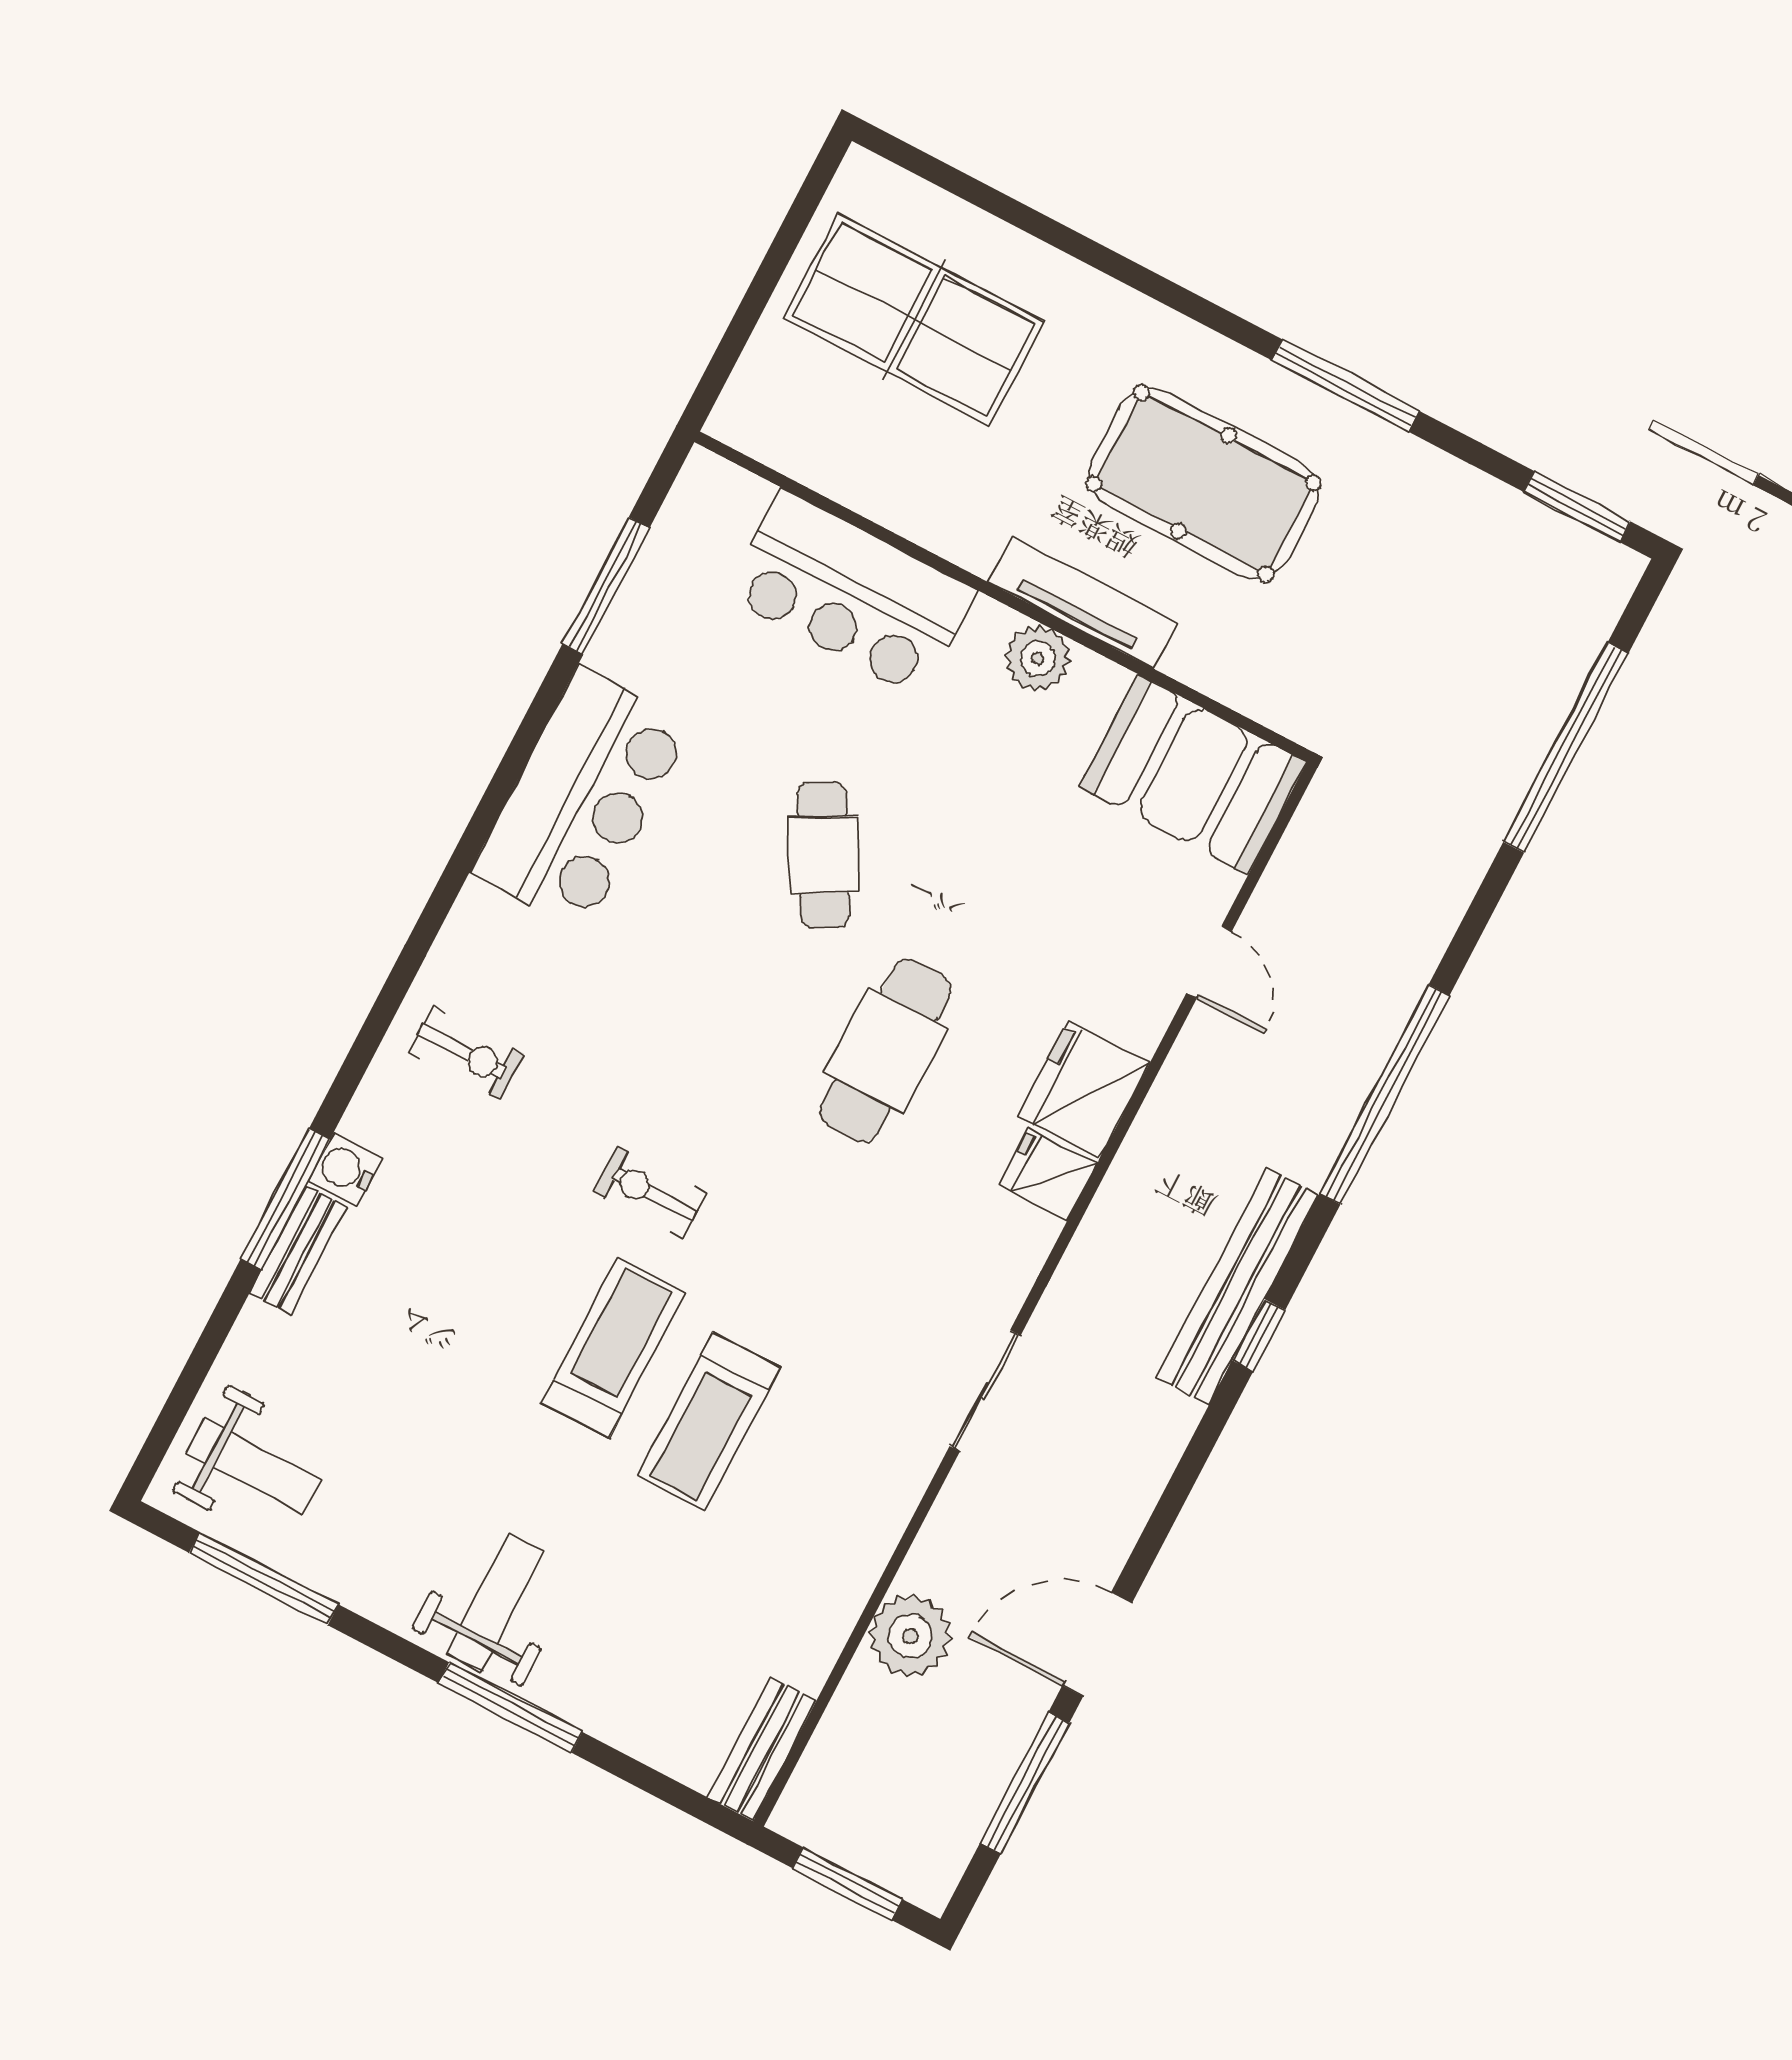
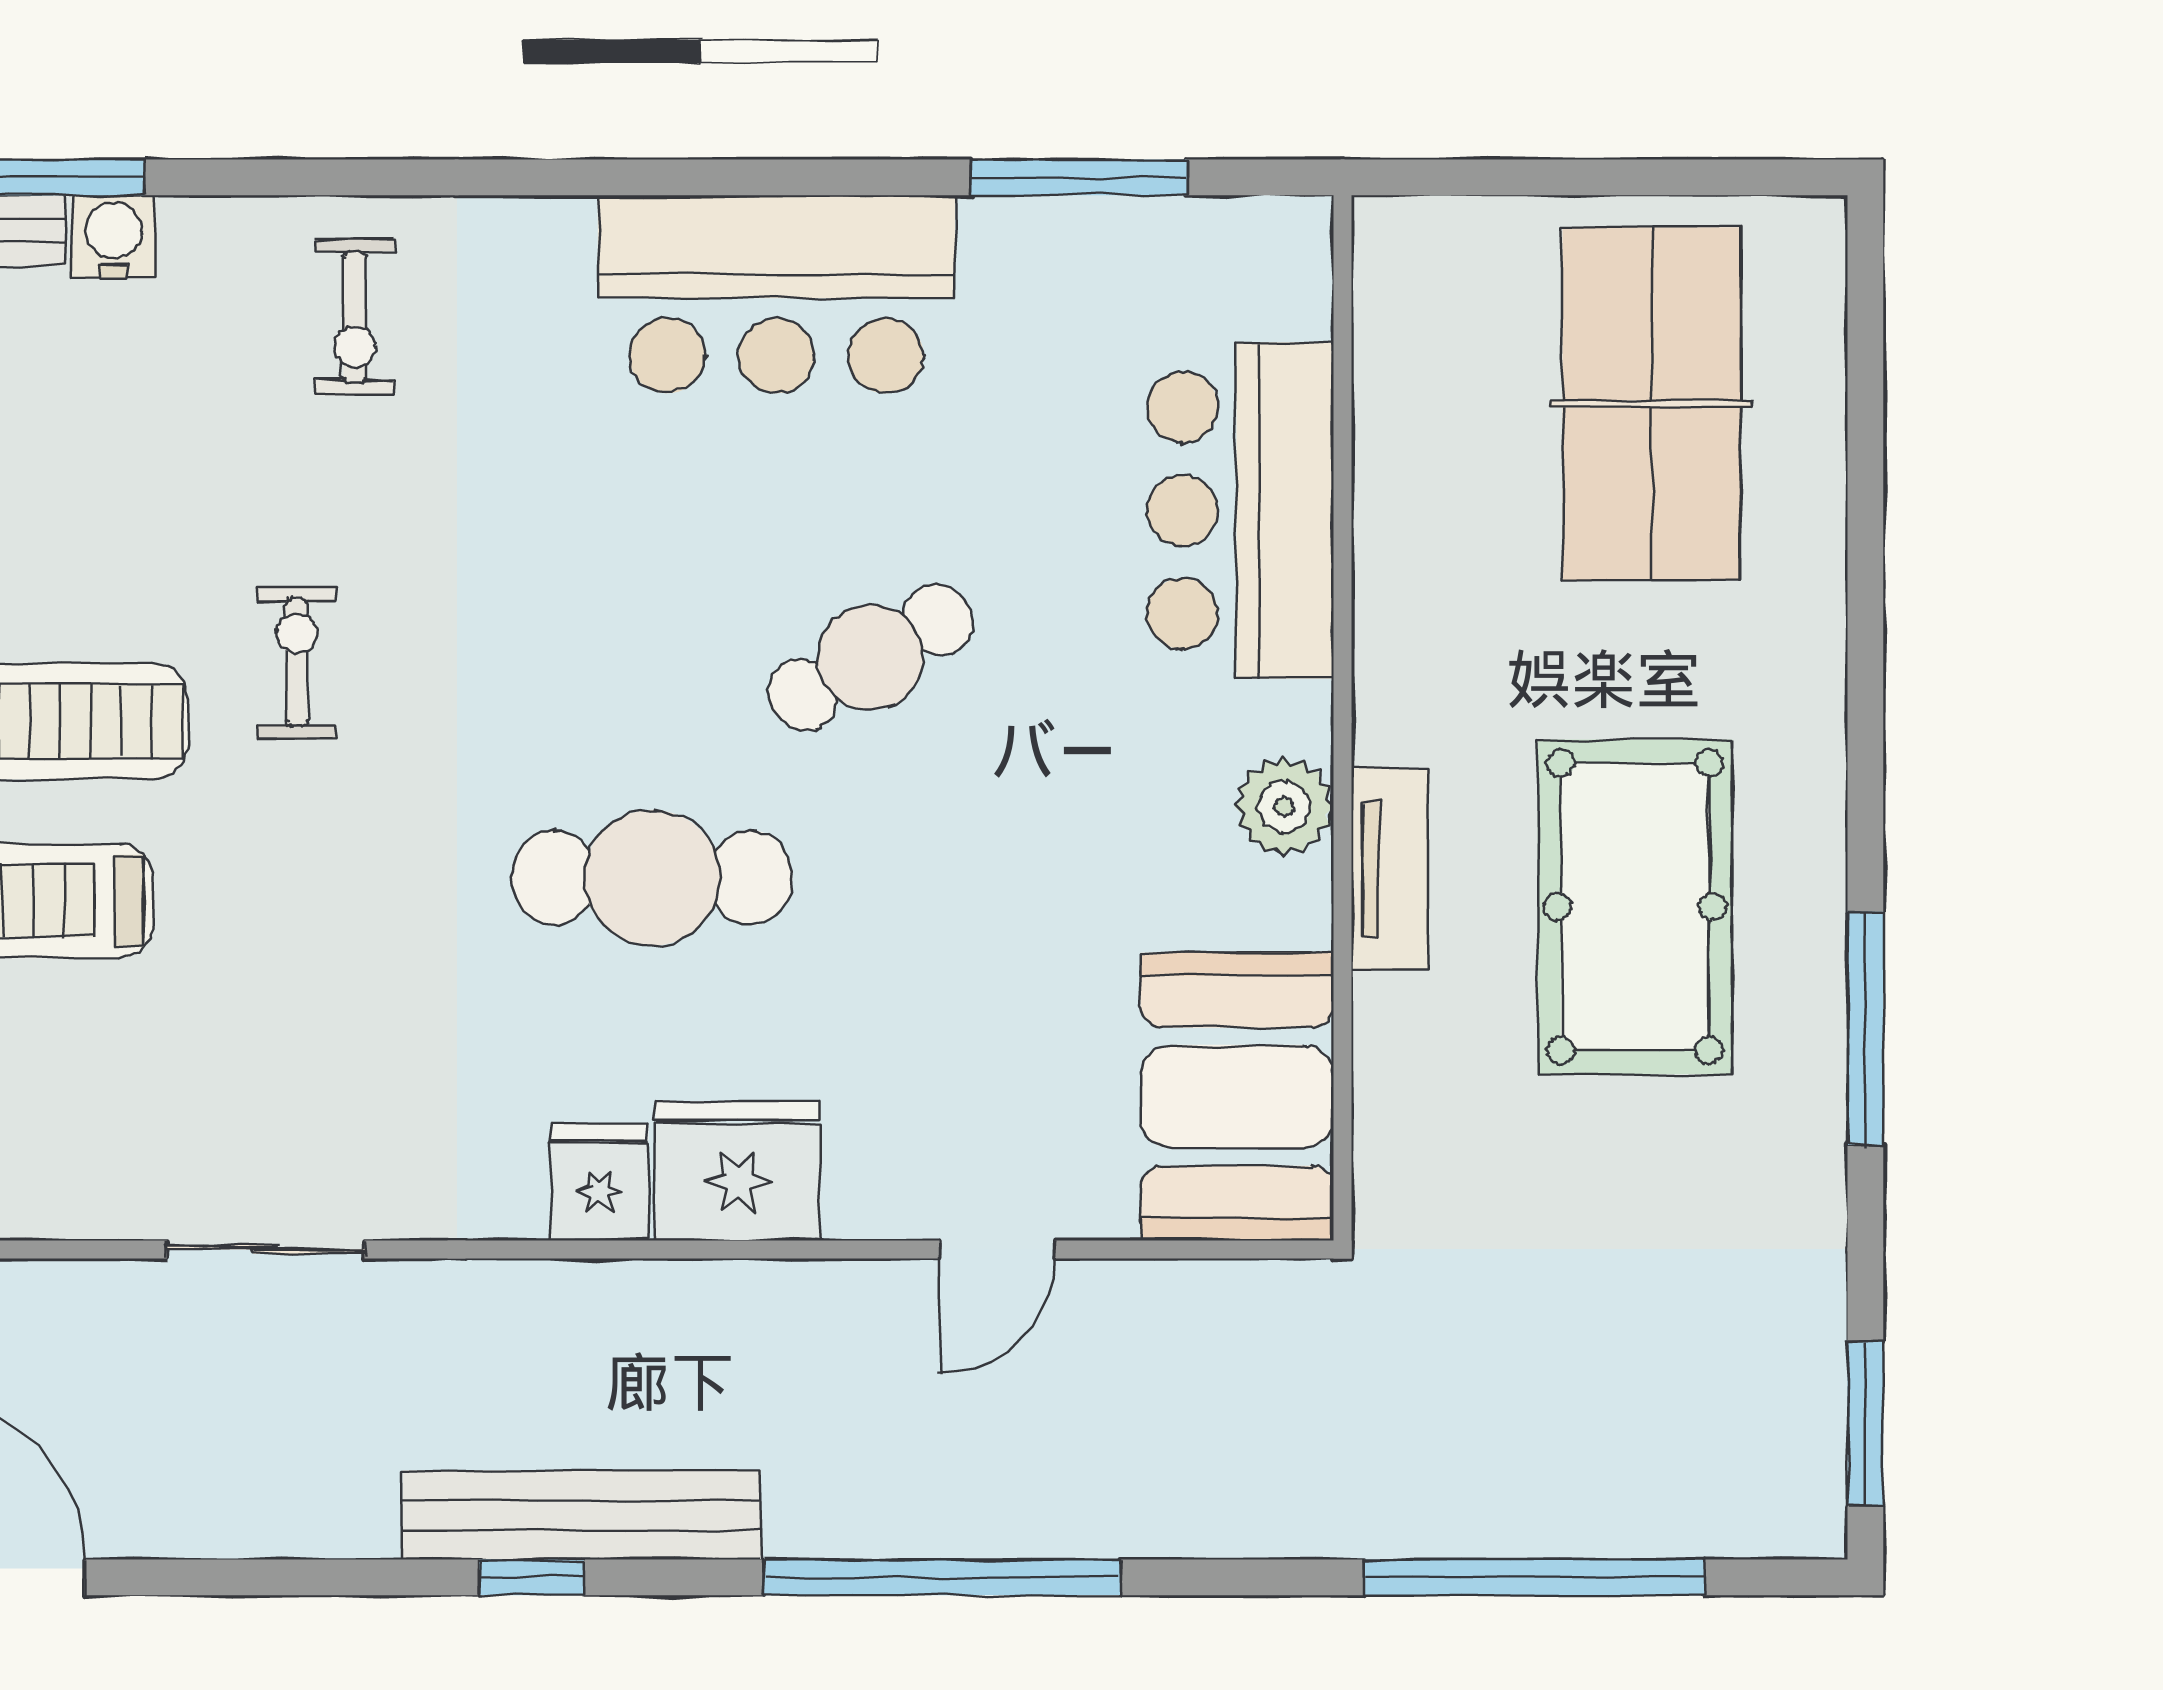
tv unit: (1082, 603) -> (1390, 869), width x0.71

